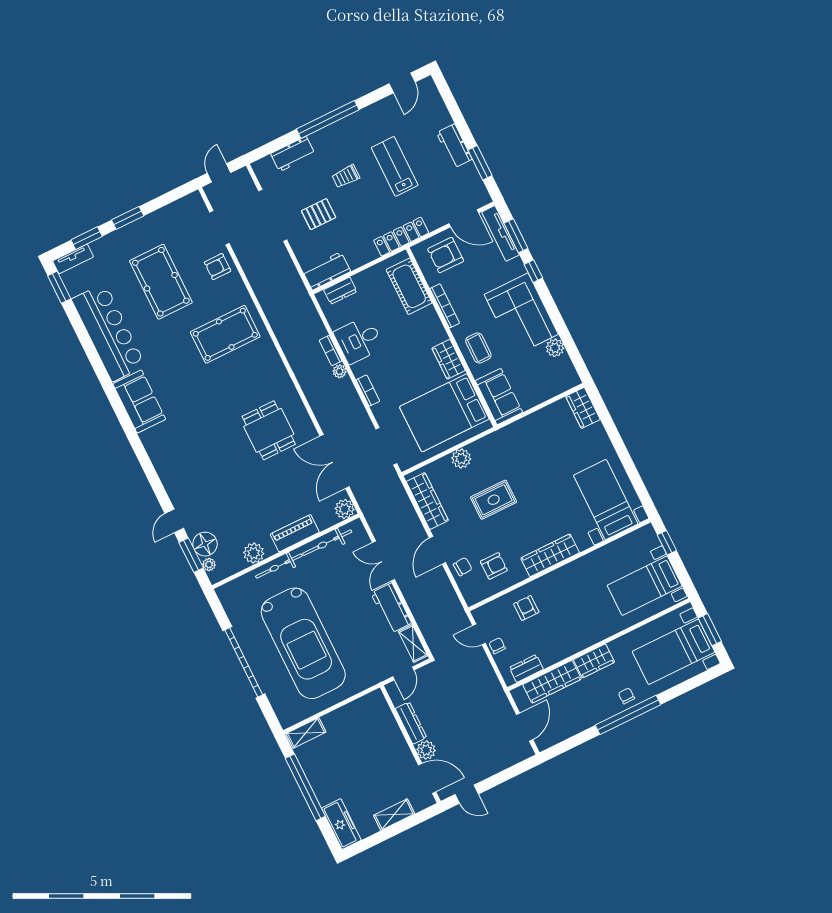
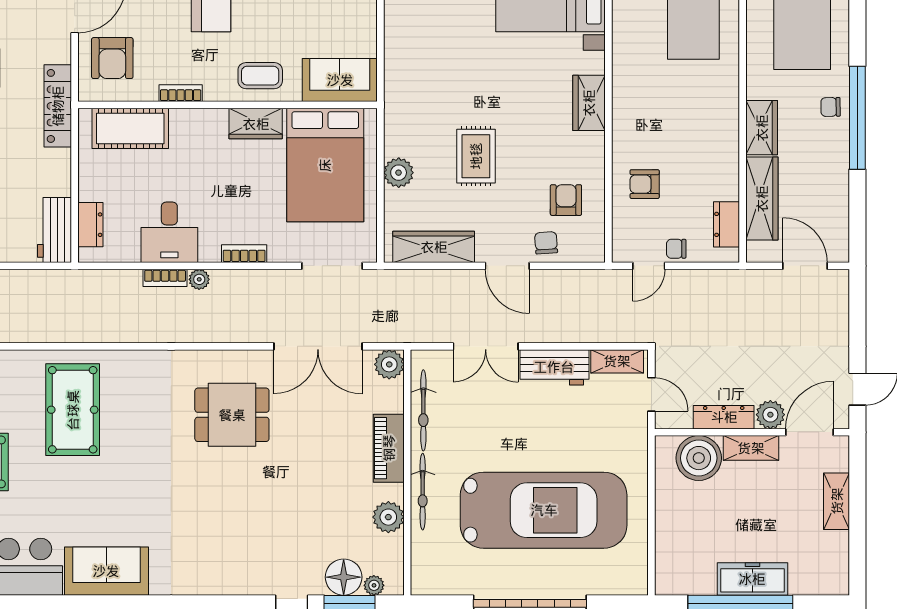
bookcase: (445, 306) -> (181, 93), width x0.64
wardrobe: (550, 555) -> (589, 103), width x0.67
boiler: (379, 720) -> (699, 458), added
shelving: (306, 733) -> (751, 448), moved, turned 90
freezer: (341, 824) -> (752, 579), moved

